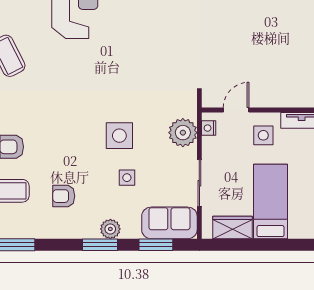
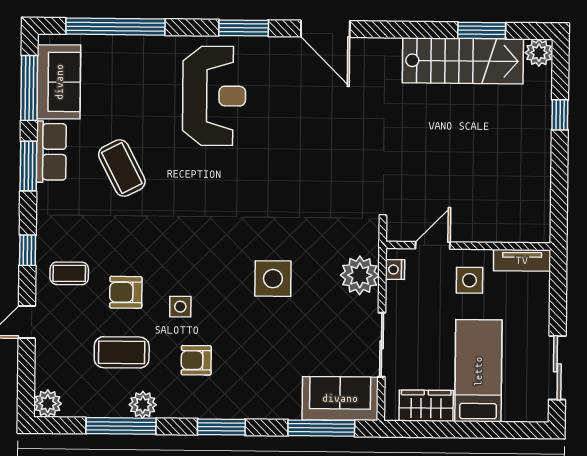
side table: (127, 178) -> (180, 307), moved
plant: (110, 229) -> (143, 405), moved
window: (100, 245) -> (221, 427), moved
window: (156, 245) -> (321, 428), width x1.44

